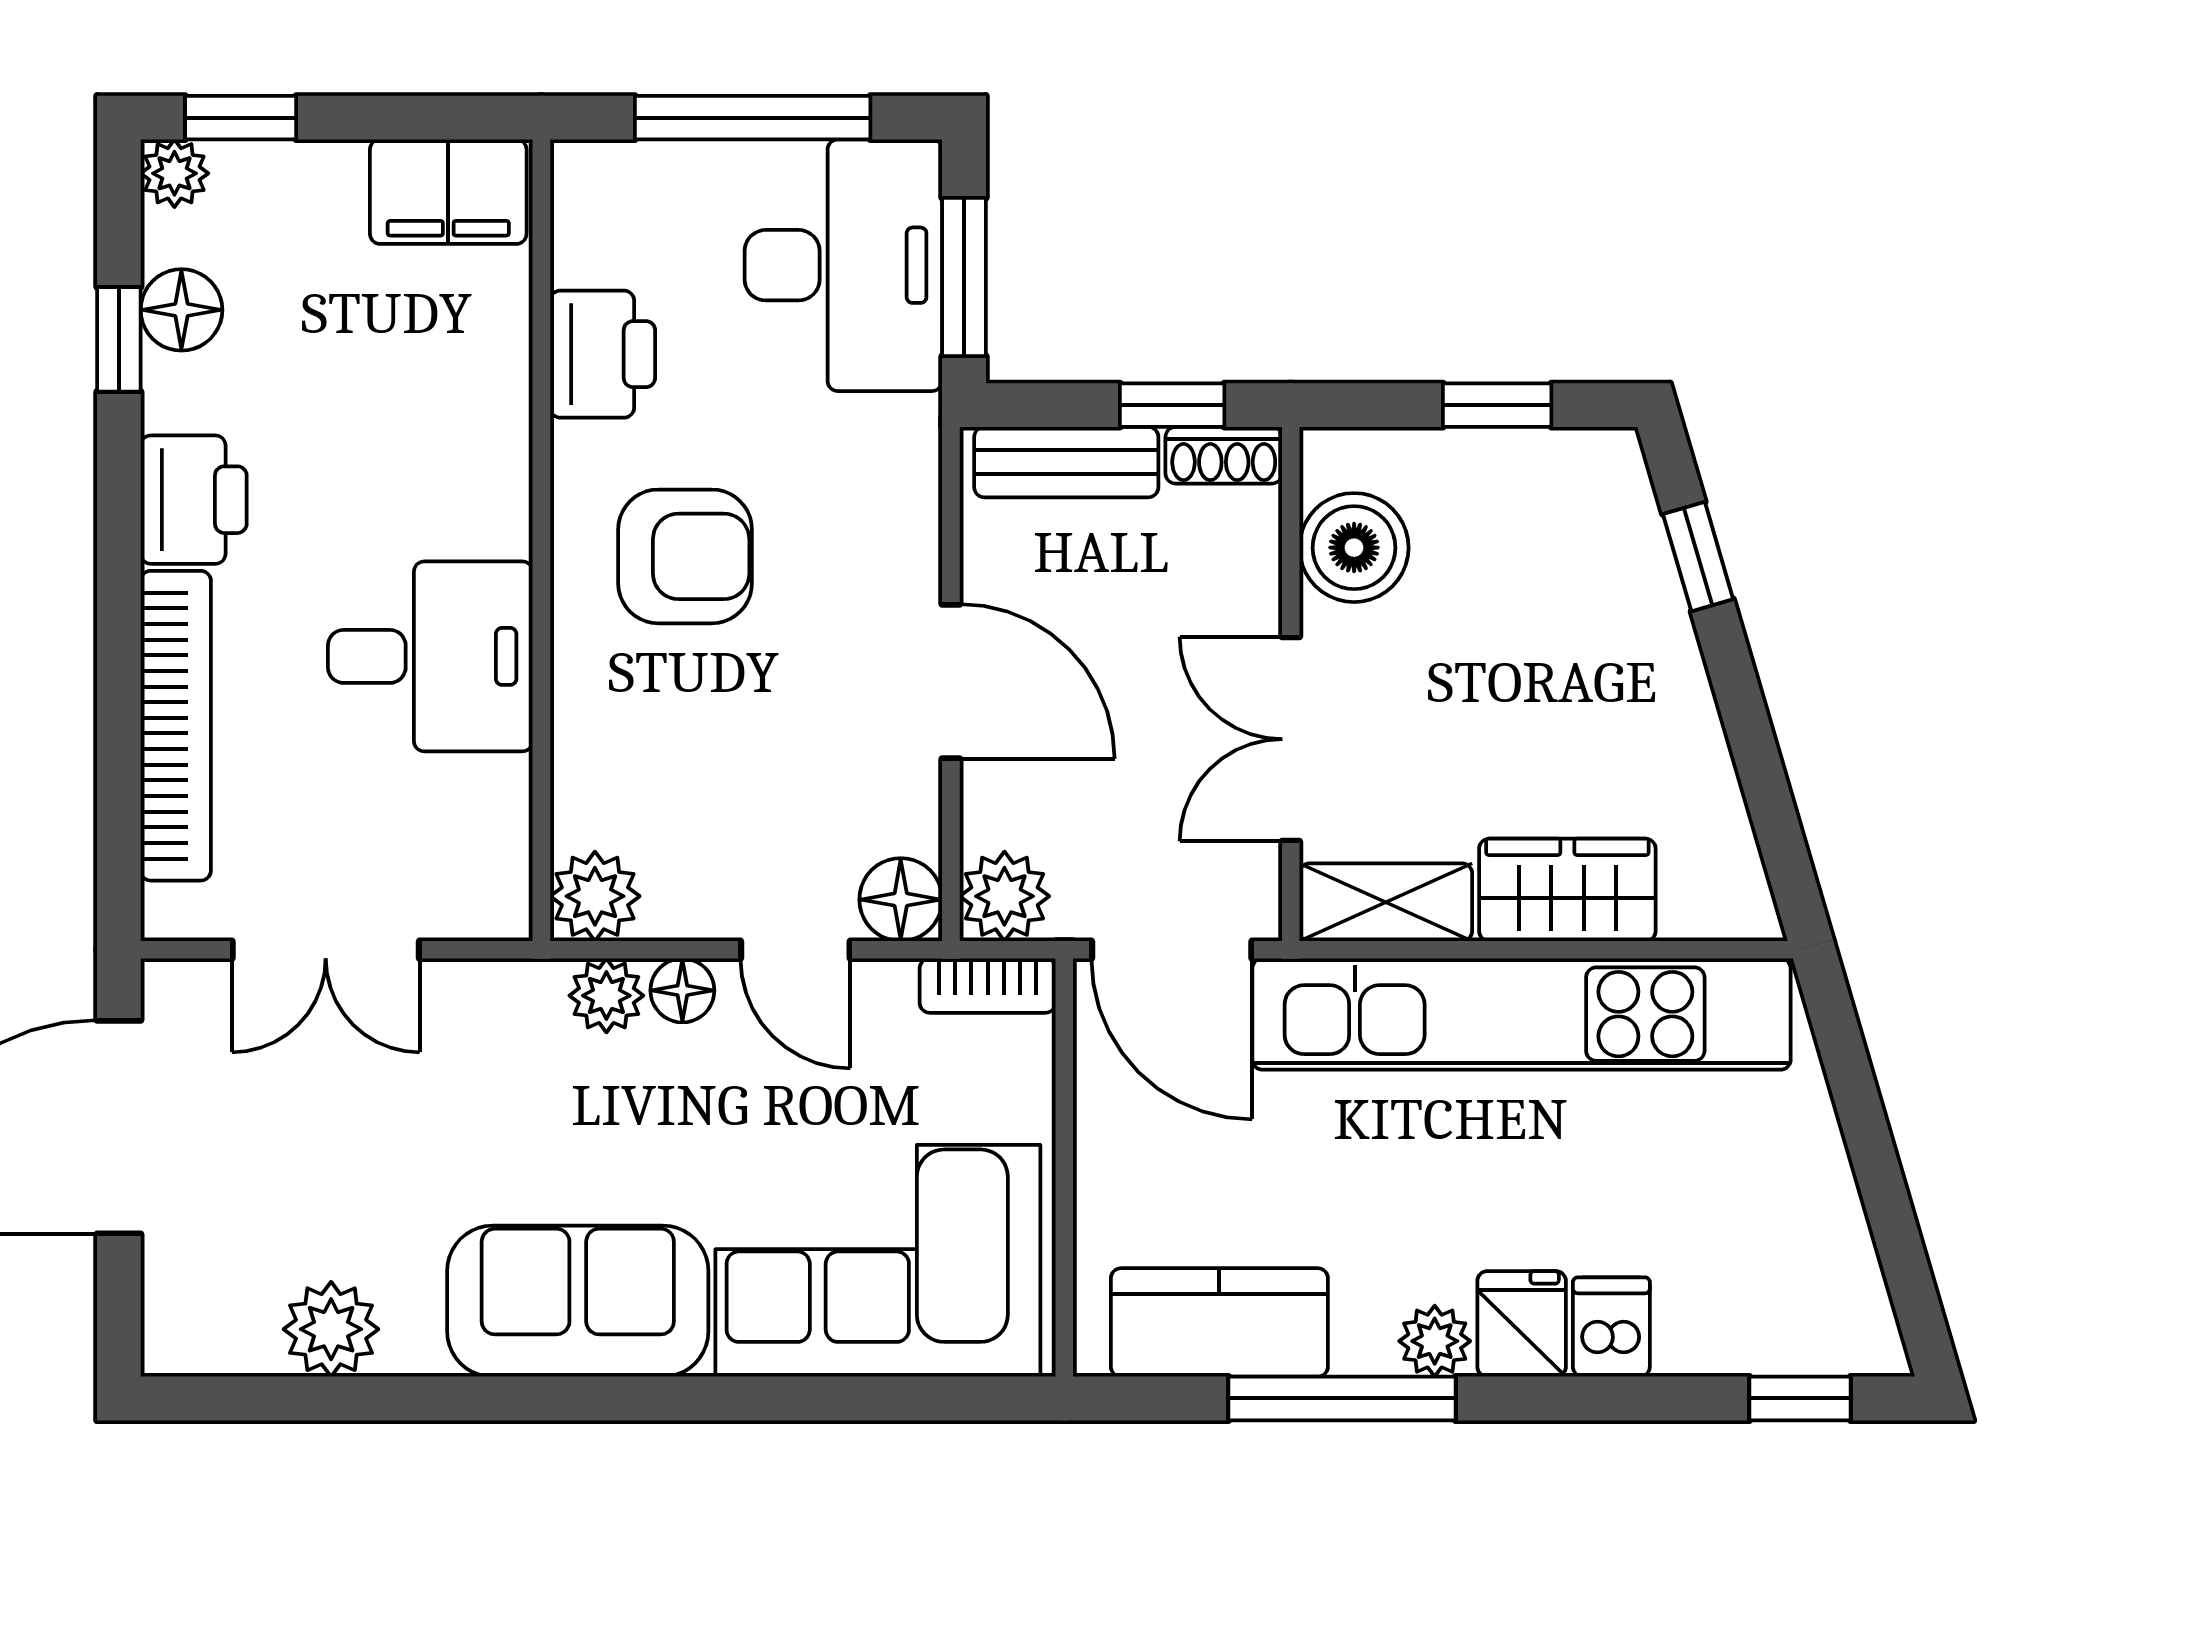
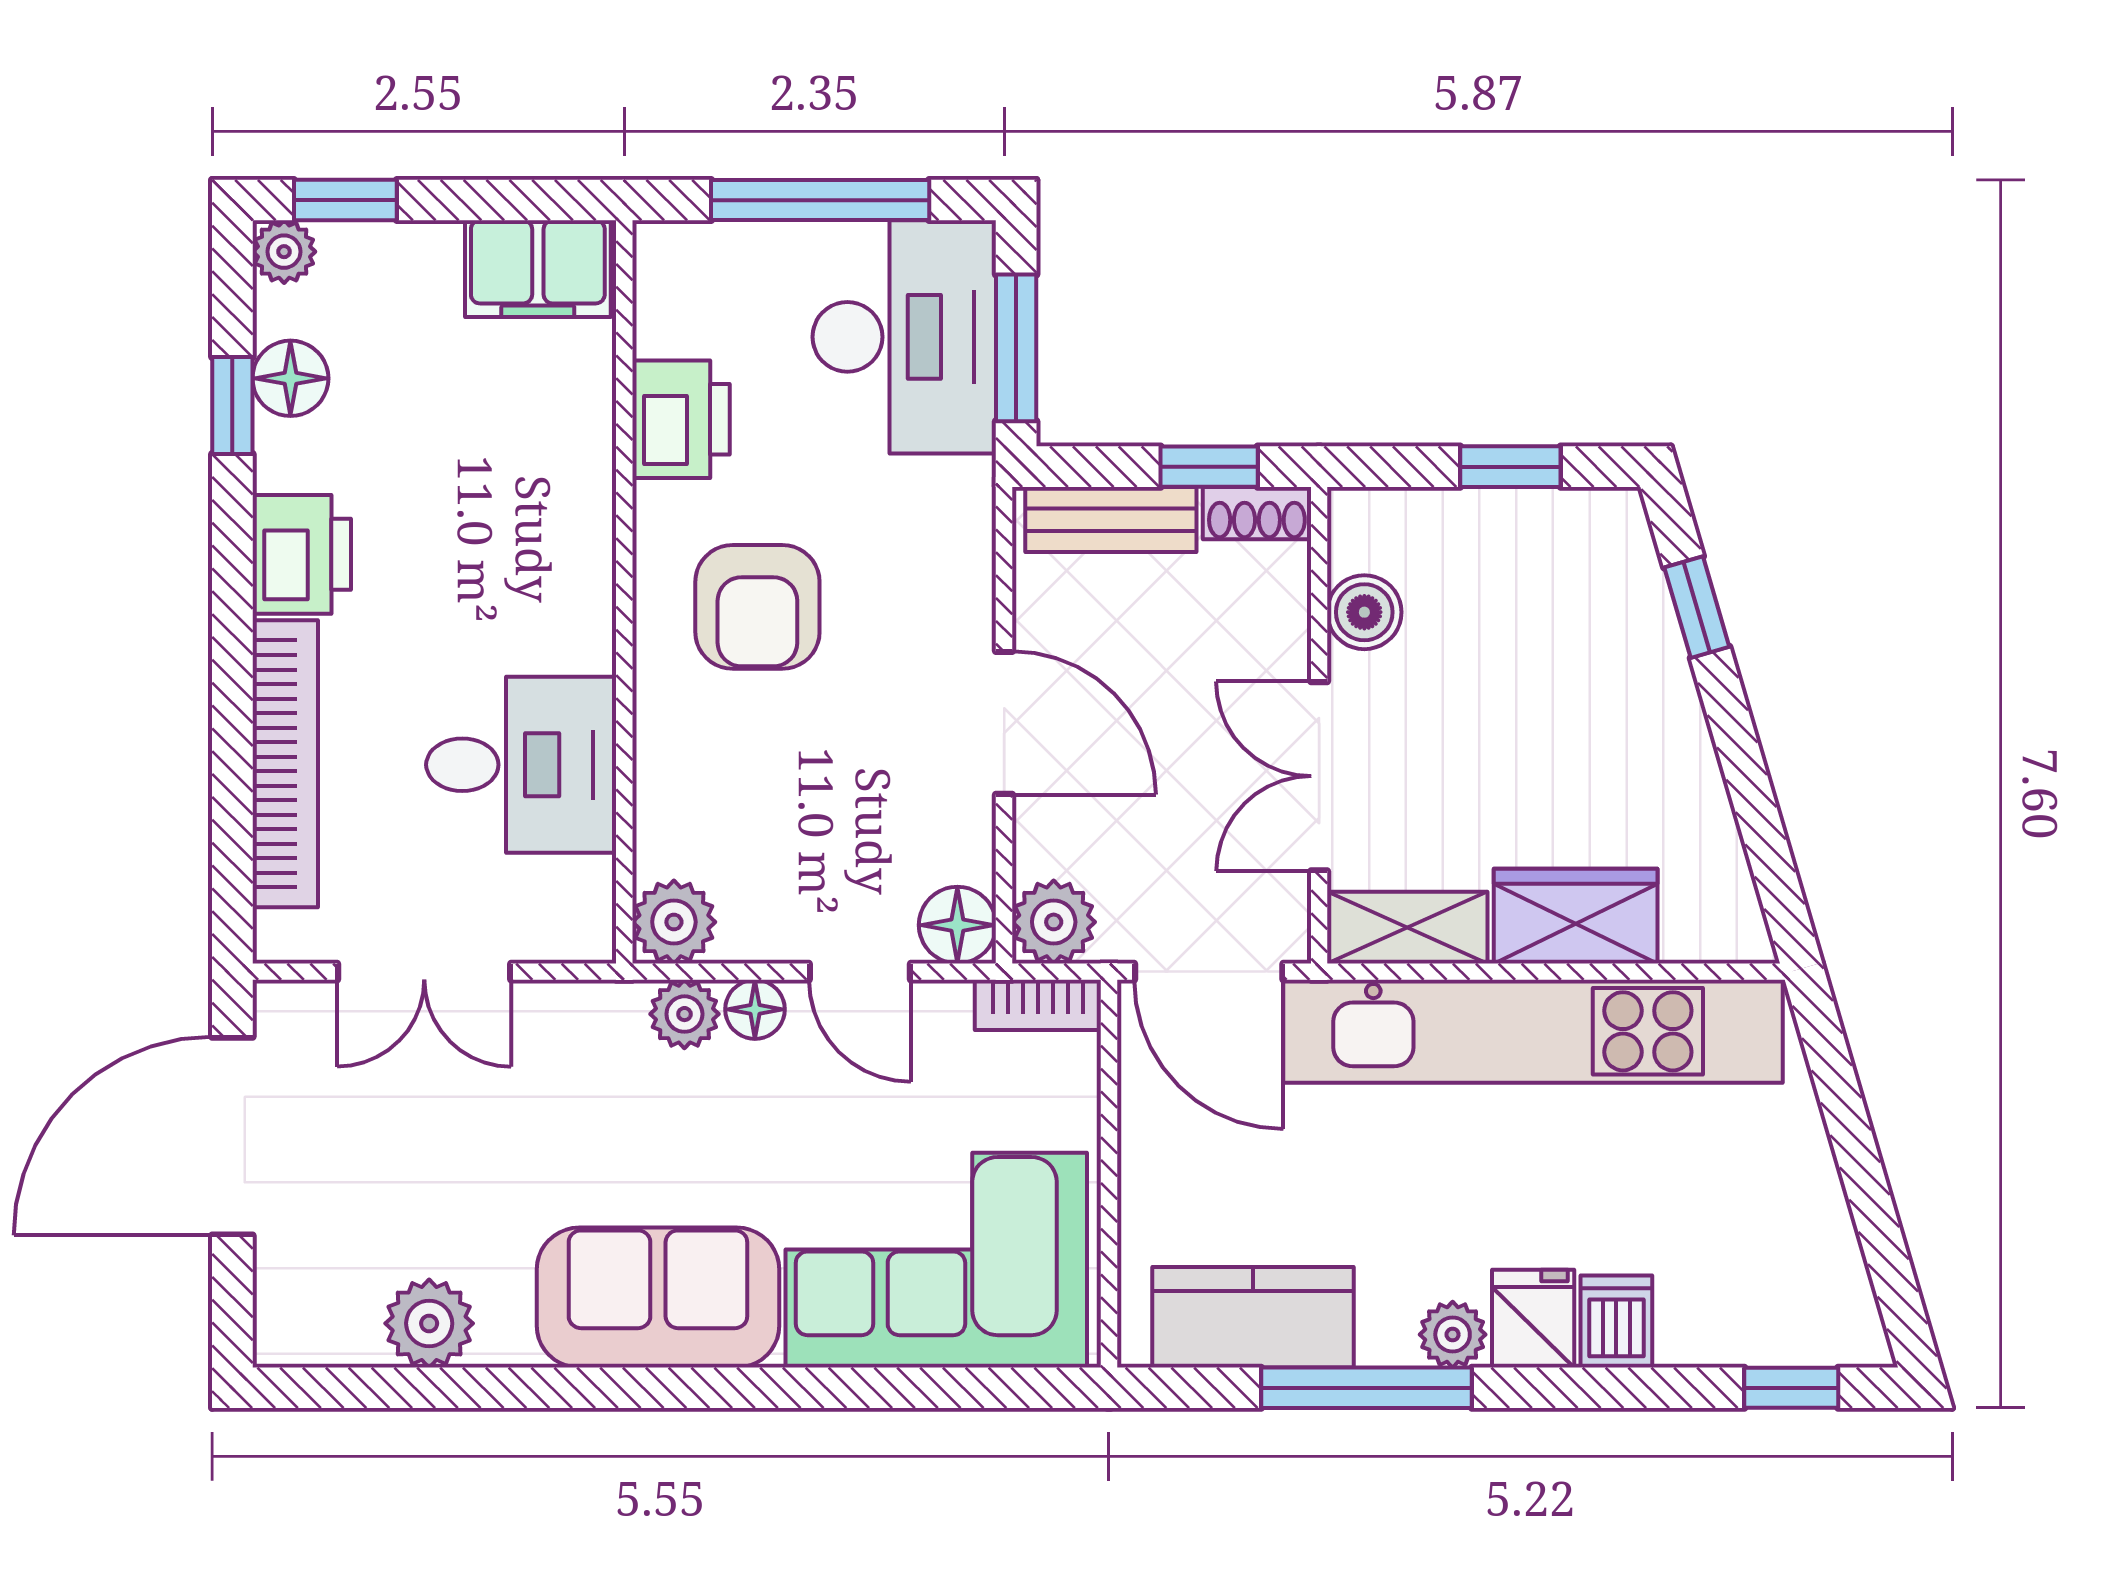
boiler: (1354, 548) -> (1364, 612), width x0.73, depth x0.73
armchair: (685, 556) -> (757, 607), turned 90
desk: (430, 656) -> (521, 765), moved

